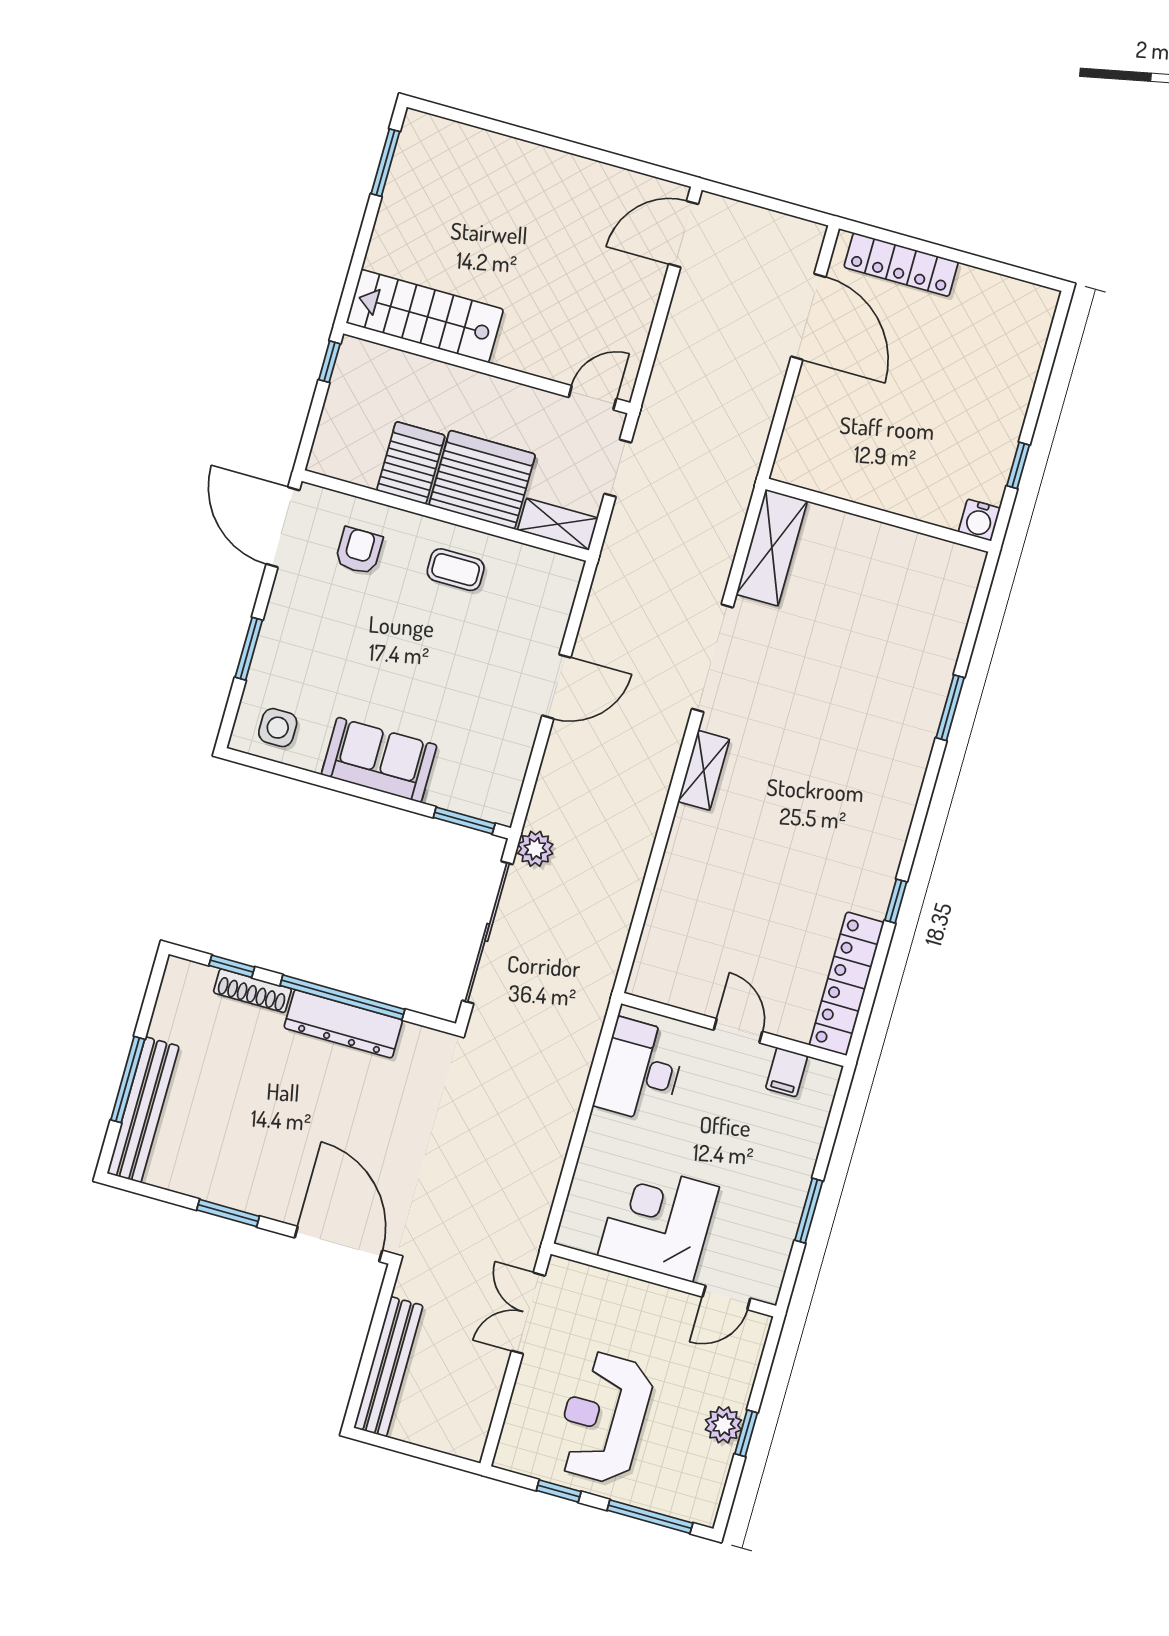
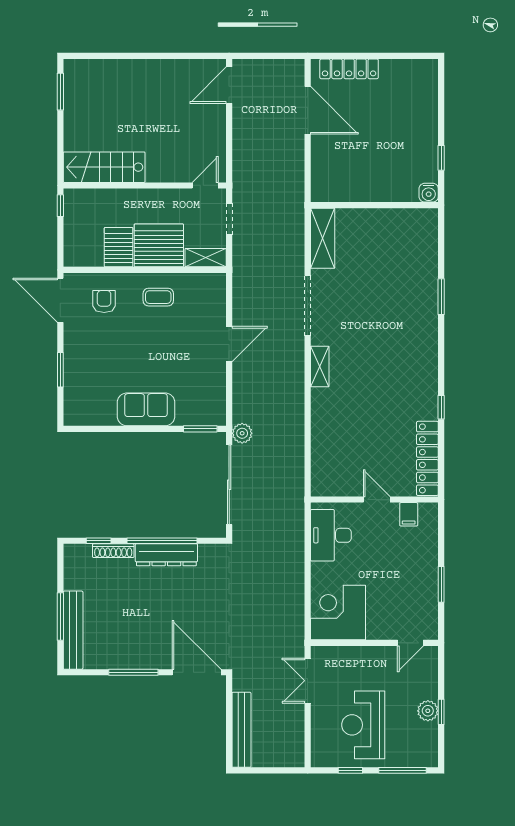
side table: (278, 728) -> (87, 407), removed
window: (228, 1213) -> (133, 672), width x1.44
corner desk: (658, 1221) -> (338, 613), moved

